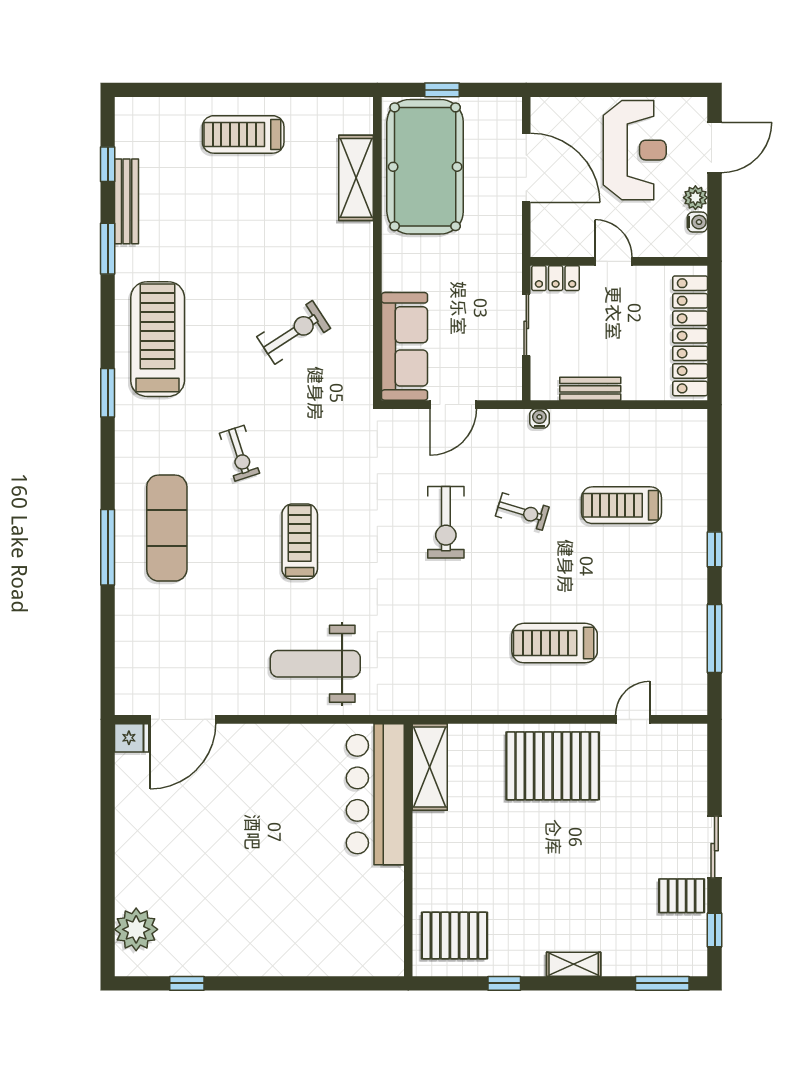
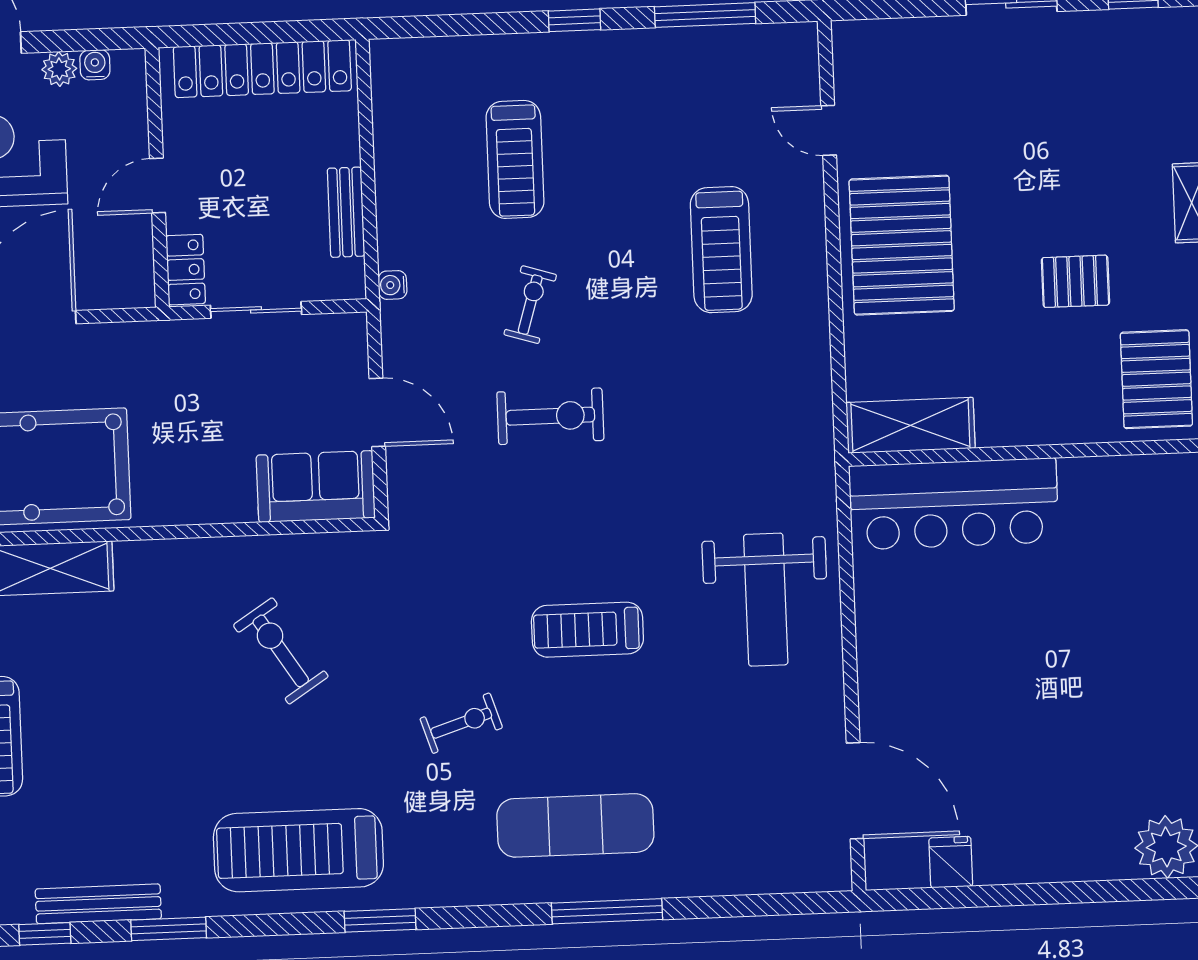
sofa: (404, 346) -> (316, 486), width x0.73
fridge: (132, 738) -> (951, 862), moved
pallet: (682, 896) -> (1075, 281), moved, turned 90

